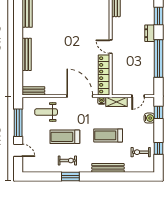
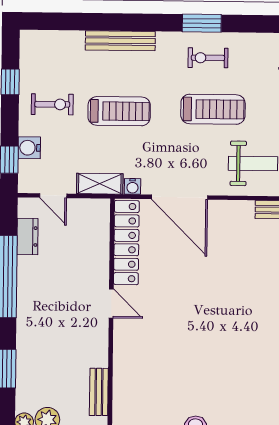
dresser: (150, 33) -> (27, 236), moved
door: (138, 96) -> (53, 196), swing flipped
exercise bike: (141, 152) -> (52, 104), moved

